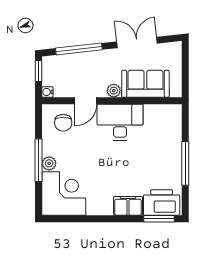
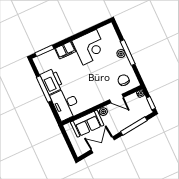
double door: (137, 42) -> (103, 145), swing flipped
door: (86, 101) -> (116, 99), swing flipped
desk: (120, 122) -> (65, 104), moved, turned 90
corner desk: (64, 194) -> (90, 47), moved, turned -90
printer: (162, 202) -> (52, 81), moved, turned -90

